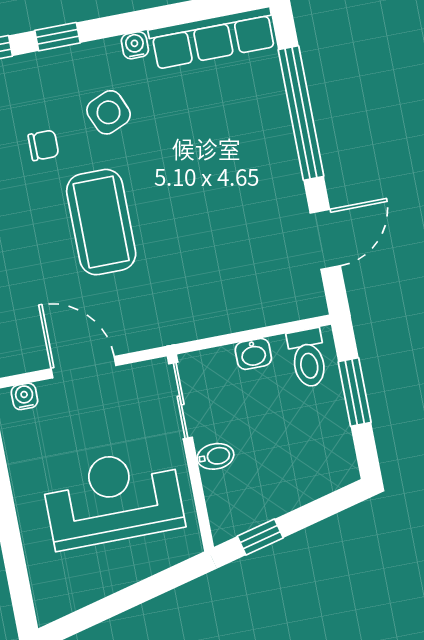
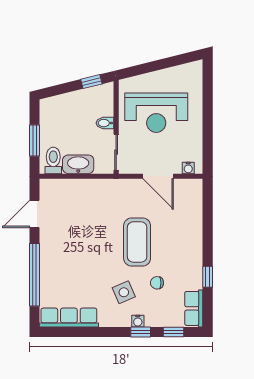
water cooler: (135, 45) -> (138, 321), moved
washbasin: (253, 354) -> (78, 164), width x1.91, depth x1.45

